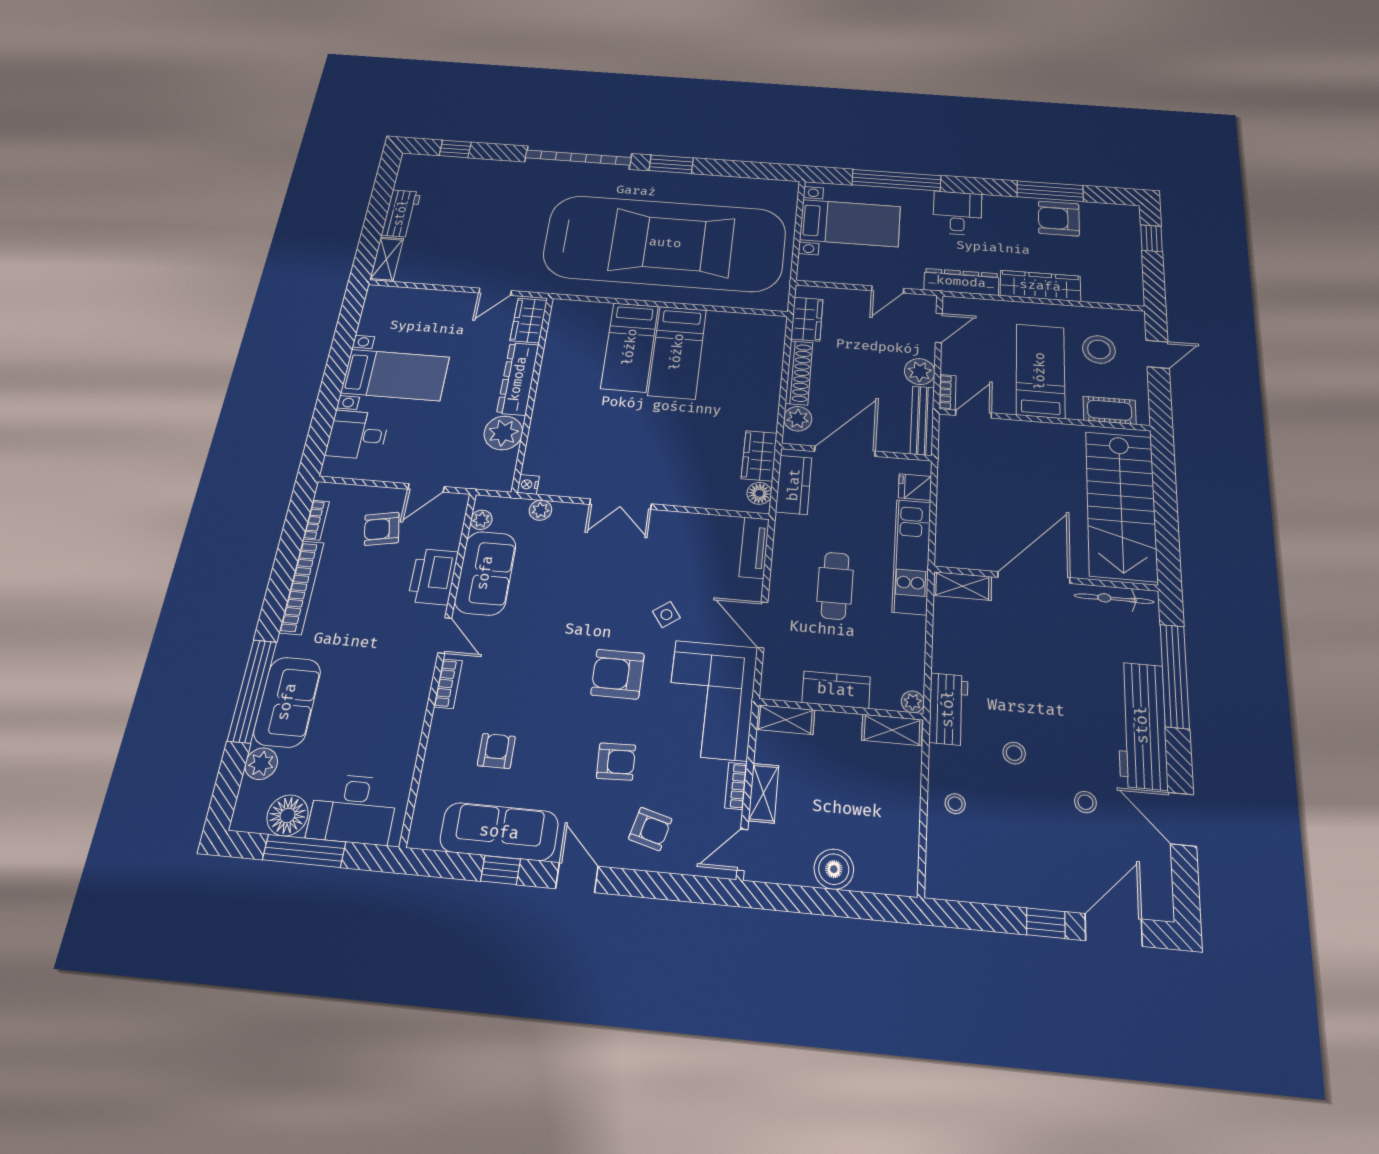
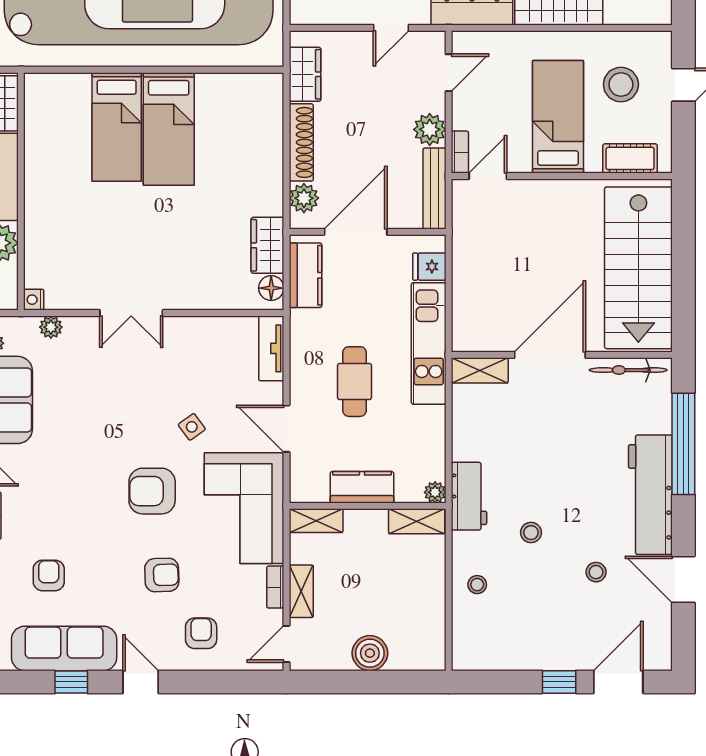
armchair: (650, 829) -> (201, 633), turned -105

